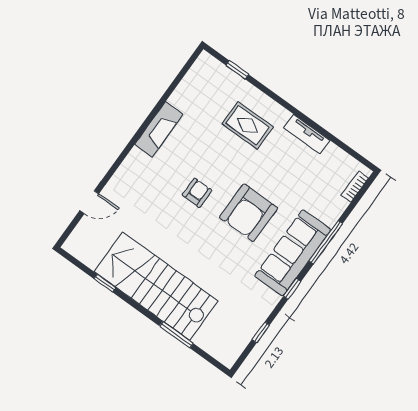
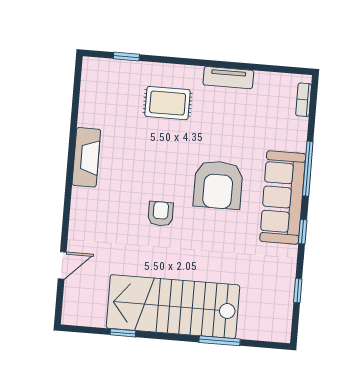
armchair: (197, 193) -> (161, 214), moved

